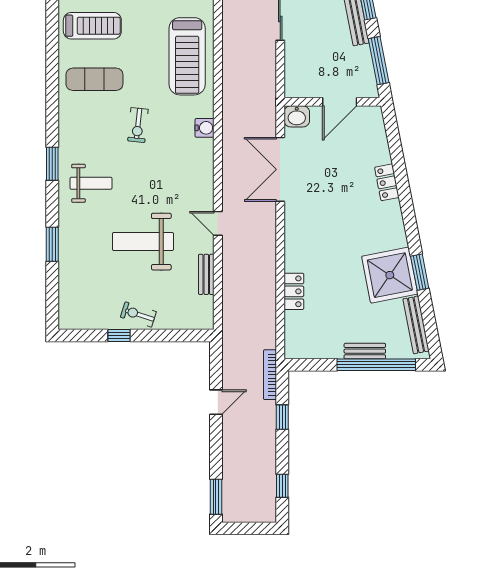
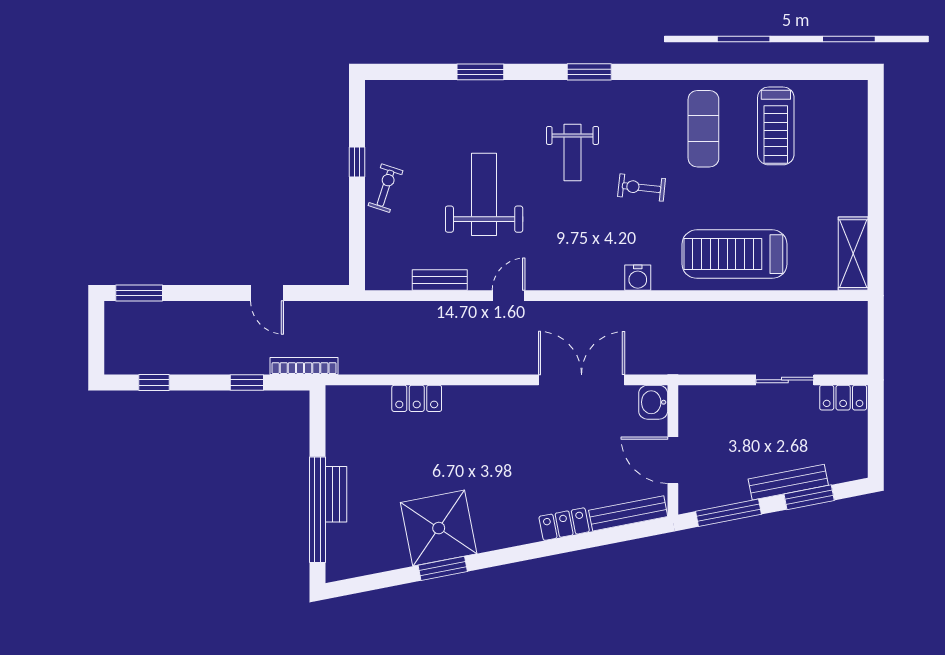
weight bench: (91, 183) -> (572, 152), moved
bench: (416, 325) -> (628, 513), moved

